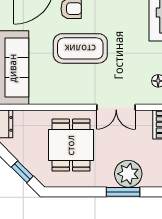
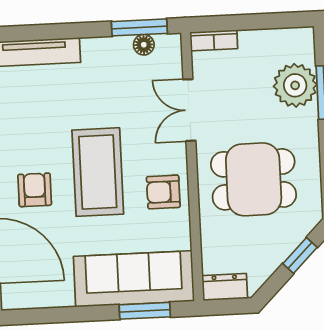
armchair: (66, 89) -> (163, 192), added
double door: (116, 107) -> (189, 110), swing flipped

